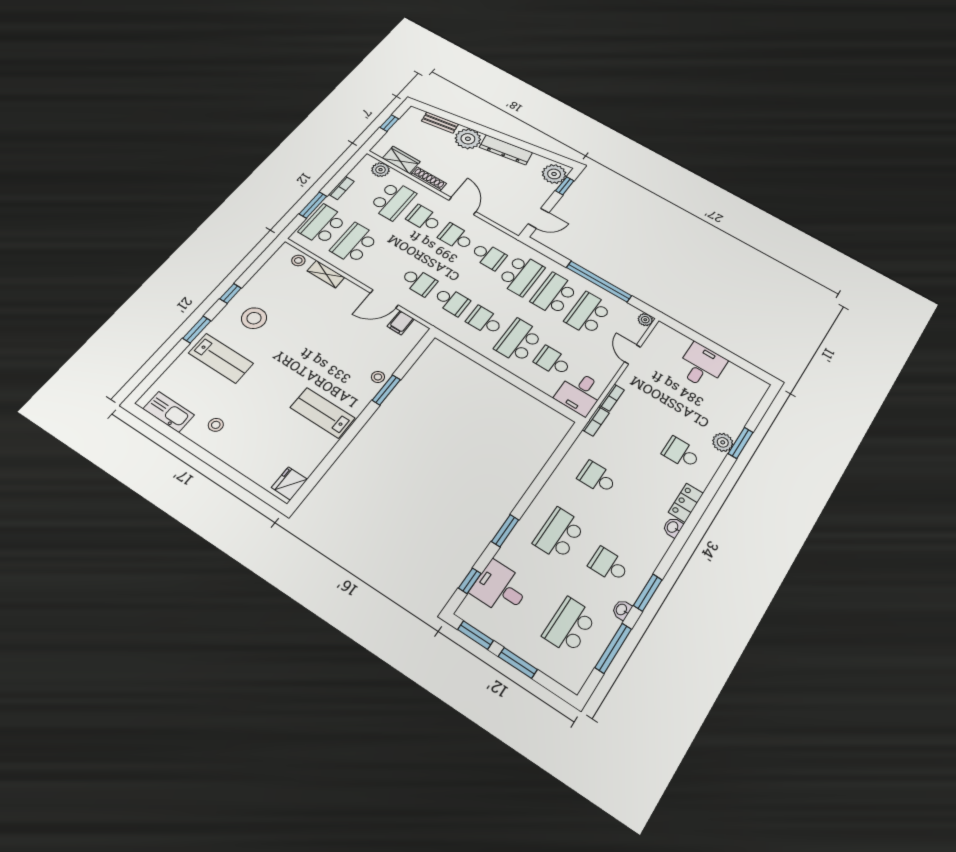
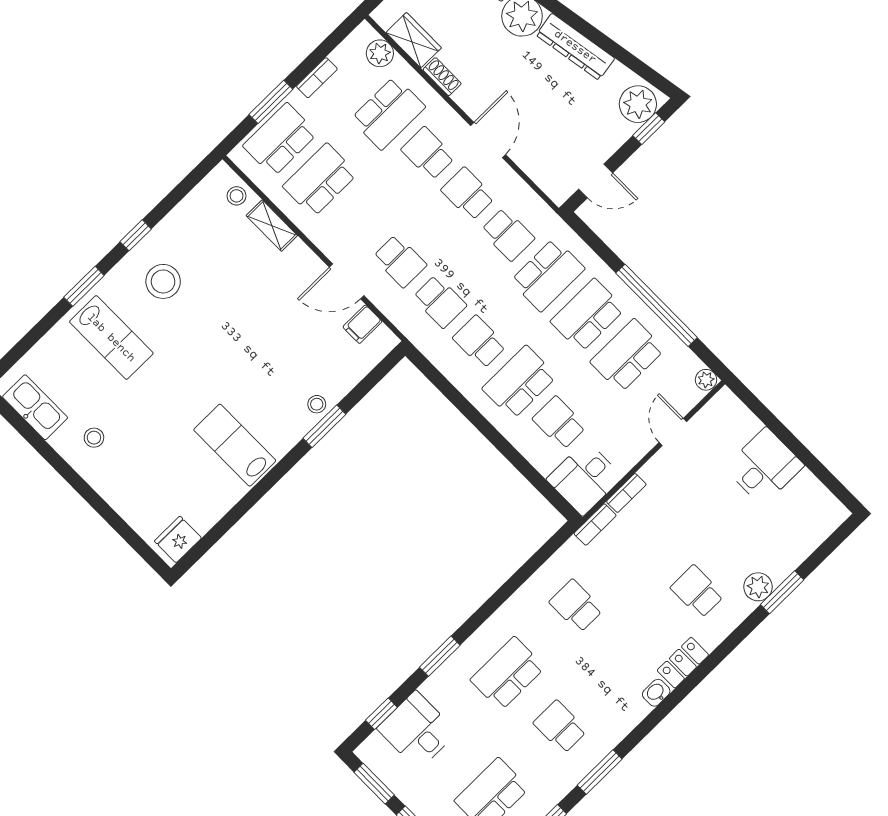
shoe rack: (428, 179) -> (442, 77), width x0.70
washbasin: (622, 610) -> (561, 787), removed

